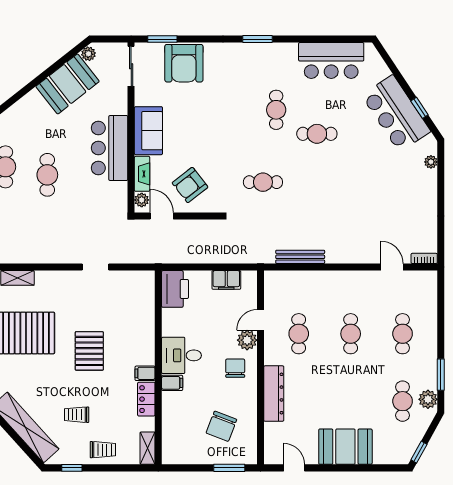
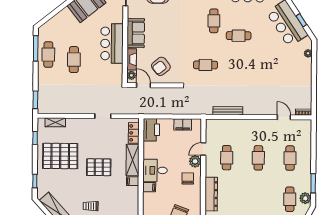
shelving: (145, 339) -> (133, 160), added
pallet: (89, 351) -> (99, 167), turned 90
locker: (146, 399) -> (134, 133), moved

